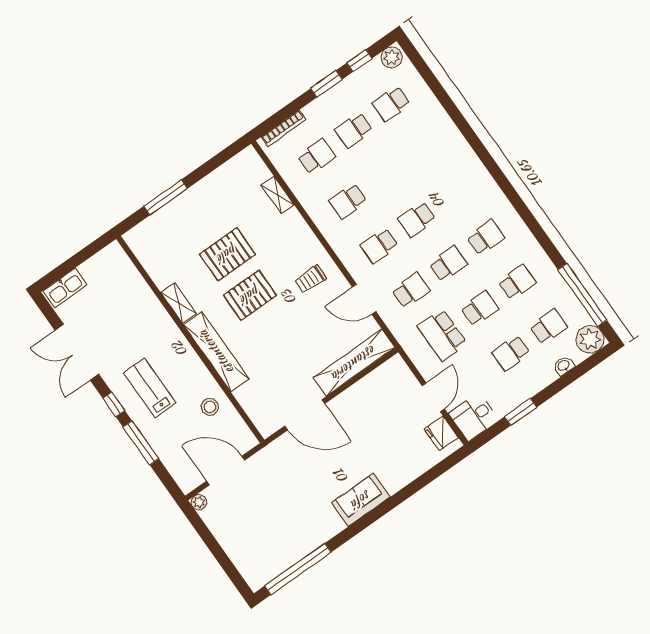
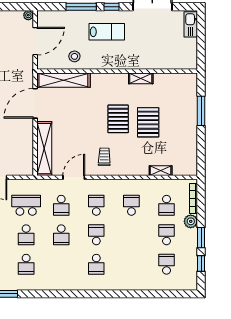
plant: (392, 57) -> (191, 221), moved
school desk: (486, 237) -> (96, 264), moved
shelving: (216, 352) -> (63, 80), moved

